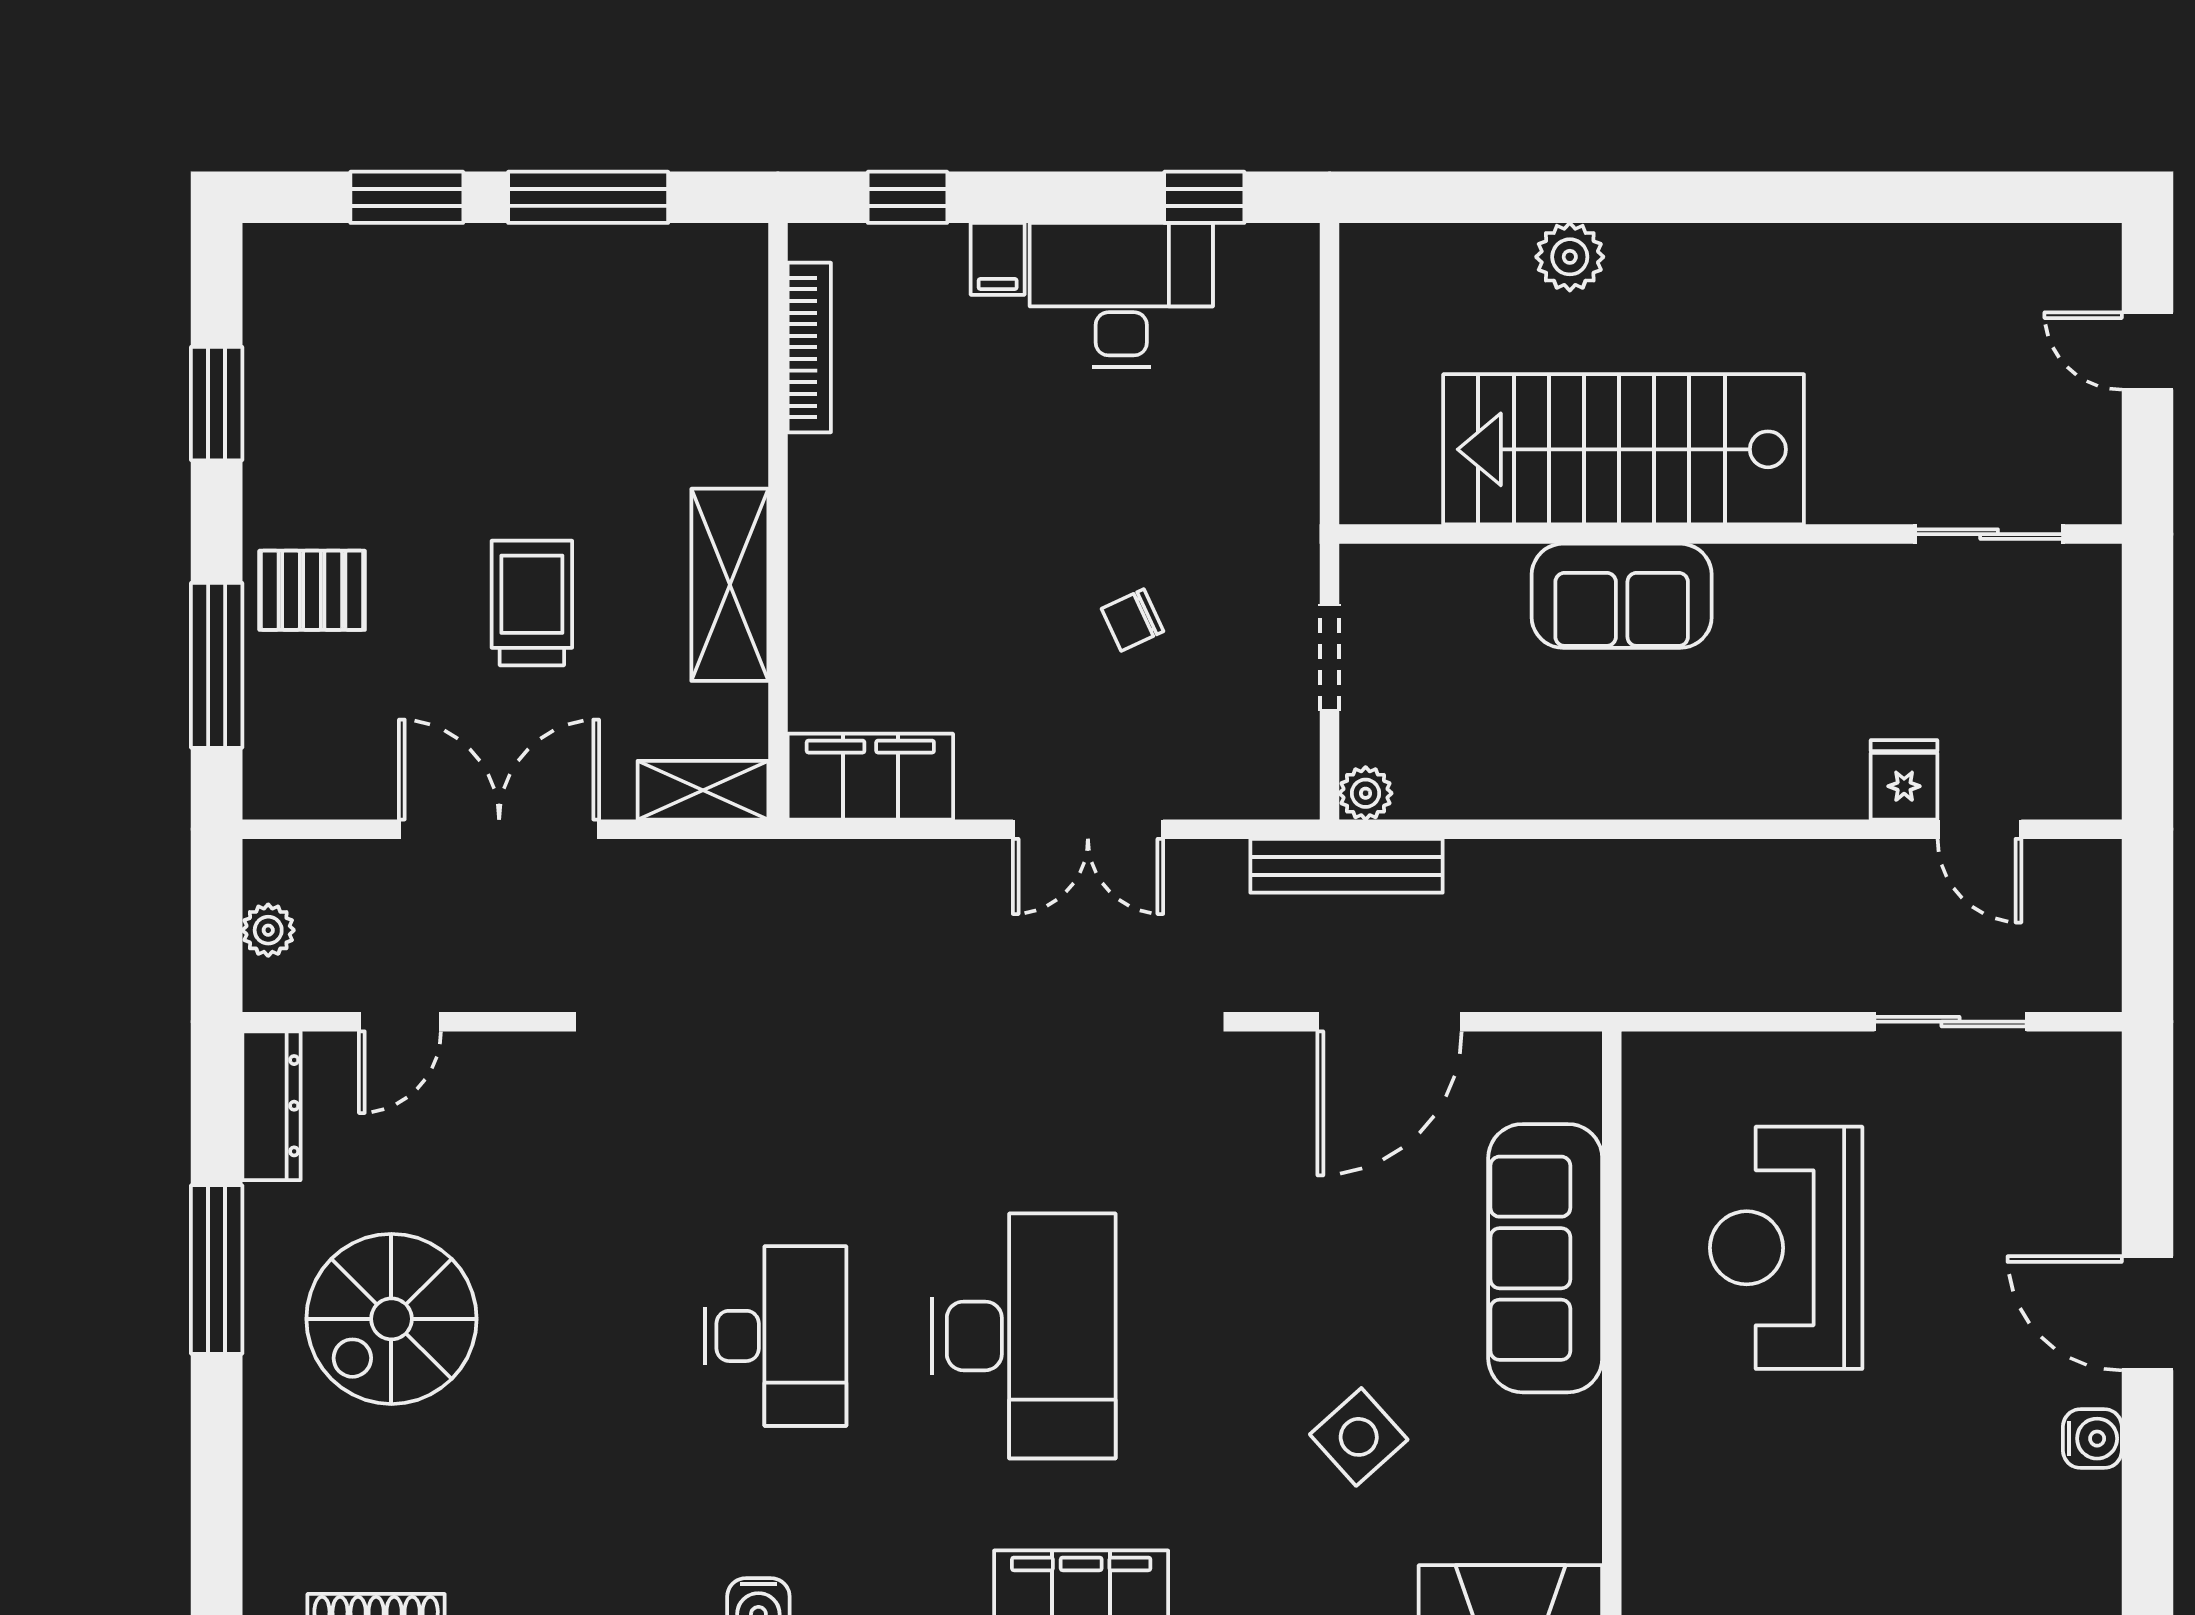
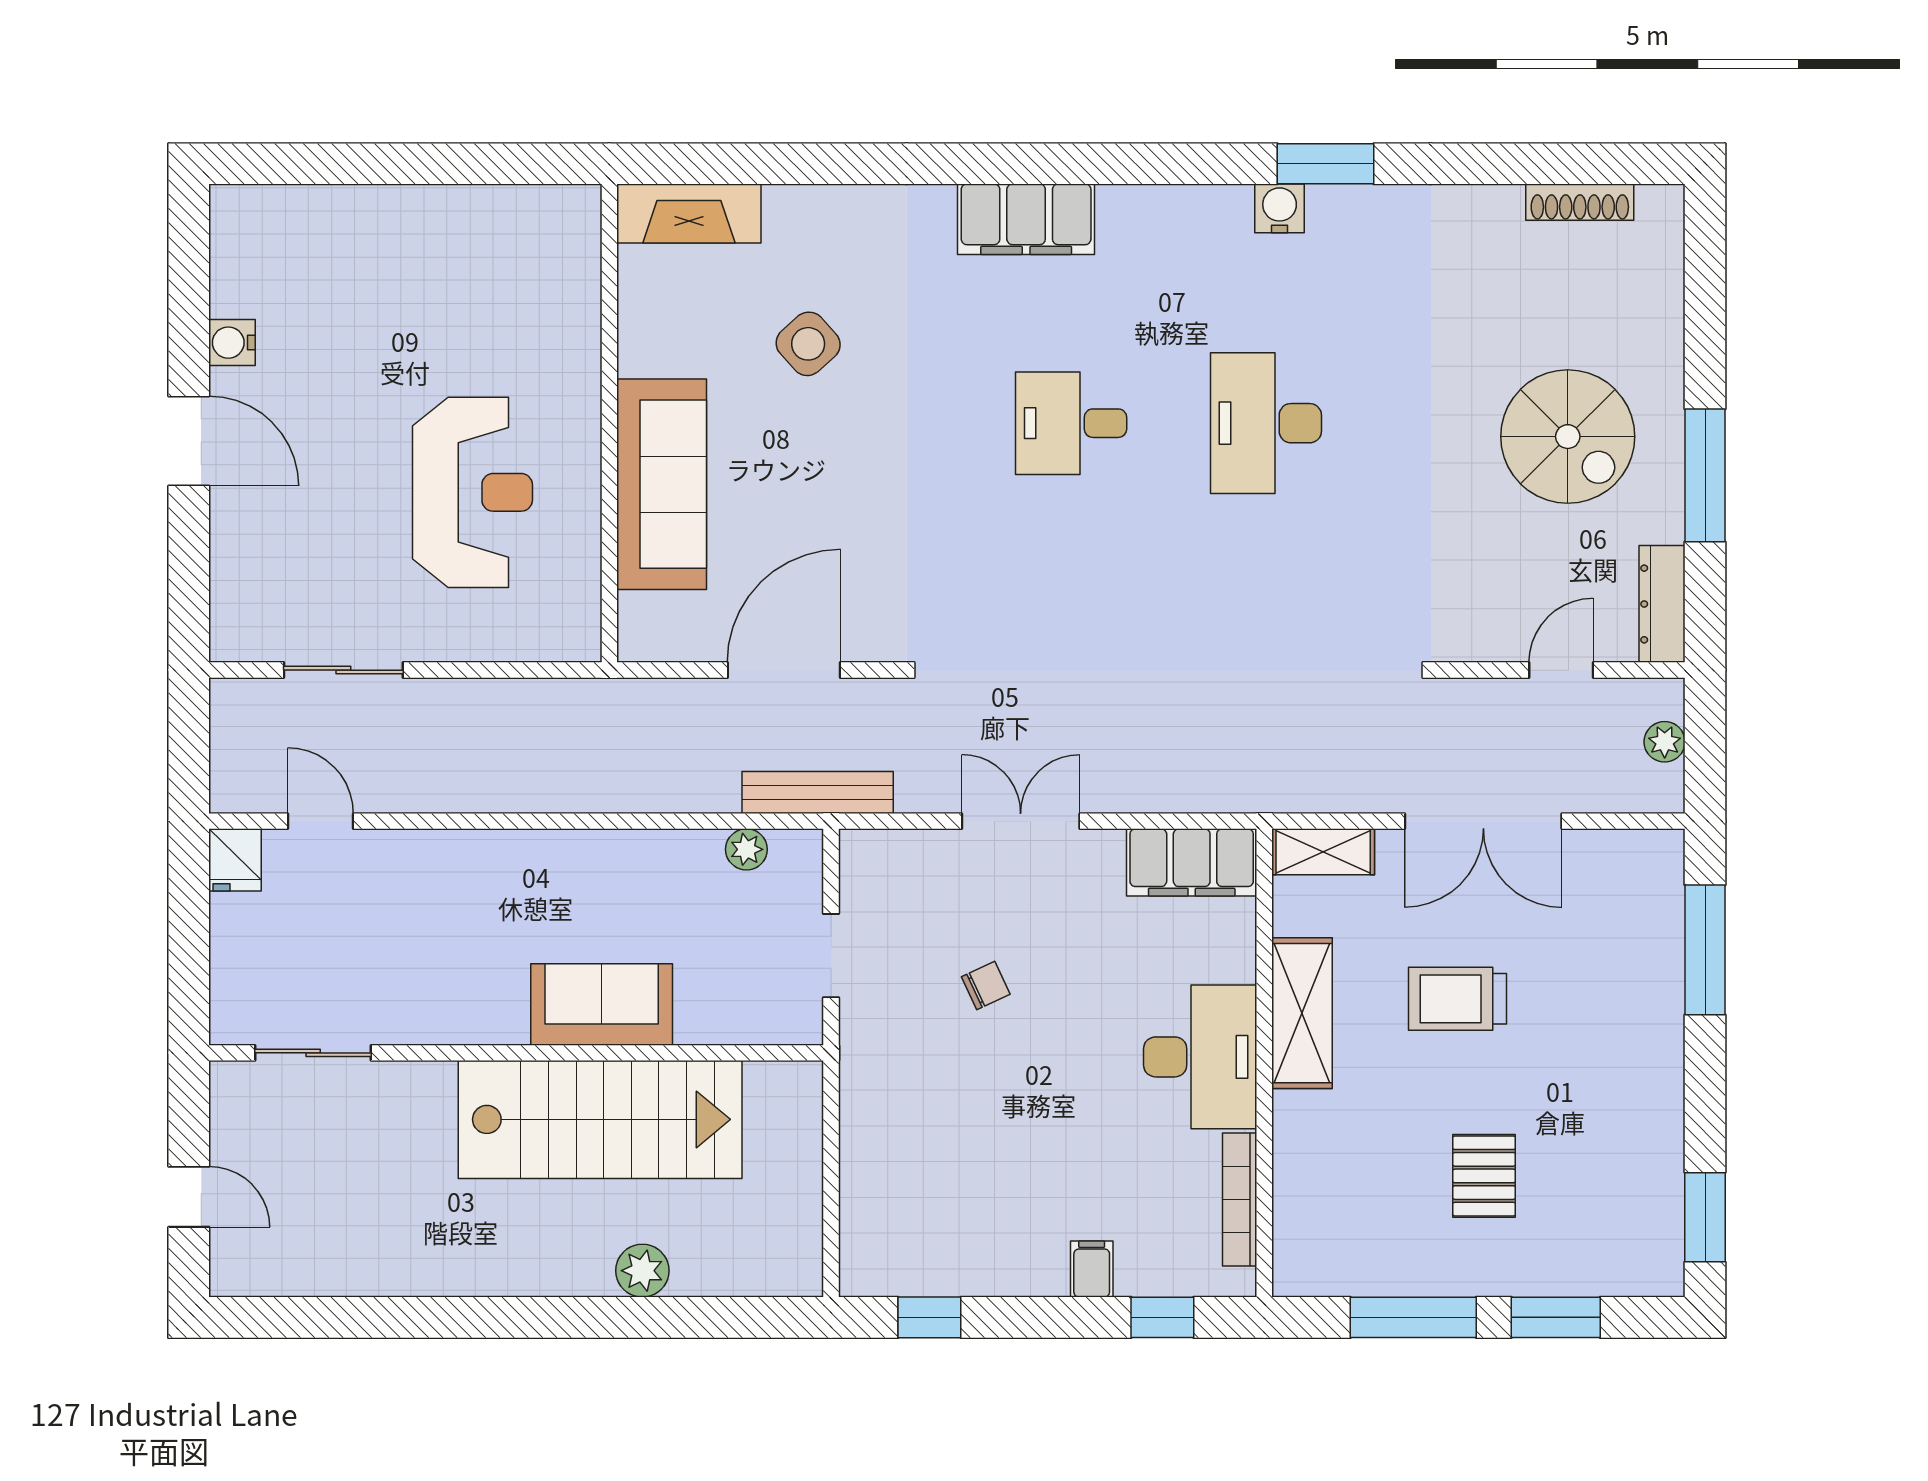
desk: (1121, 295) -> (1200, 1057), moved, turned -90
window: (217, 404) -> (1705, 1217), moved
pallet: (312, 590) -> (1484, 1176), moved, turned 90
trolley: (532, 603) -> (1457, 999), turned 90
fridge: (1904, 780) -> (235, 860), moved
plant: (1366, 793) -> (746, 849), moved
spiral stairs: (391, 1319) -> (1568, 437), turned 90
desk: (1024, 1336) -> (1071, 423), width x0.53, depth x0.77

